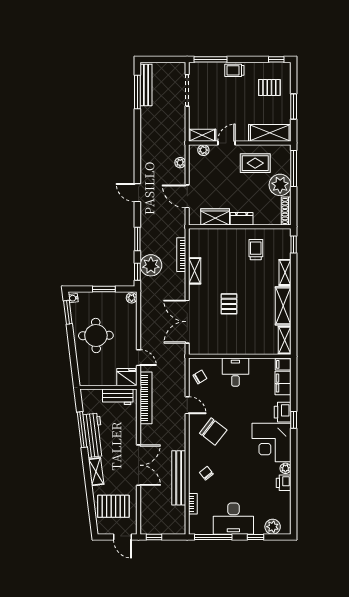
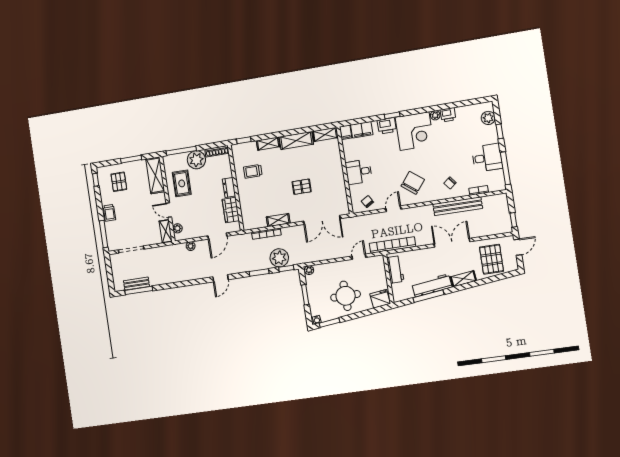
bench: (146, 85) -> (136, 284), width x0.73
fridge: (127, 377) -> (380, 299), moved, turned 83
desk: (233, 519) -> (487, 158), width x0.73

